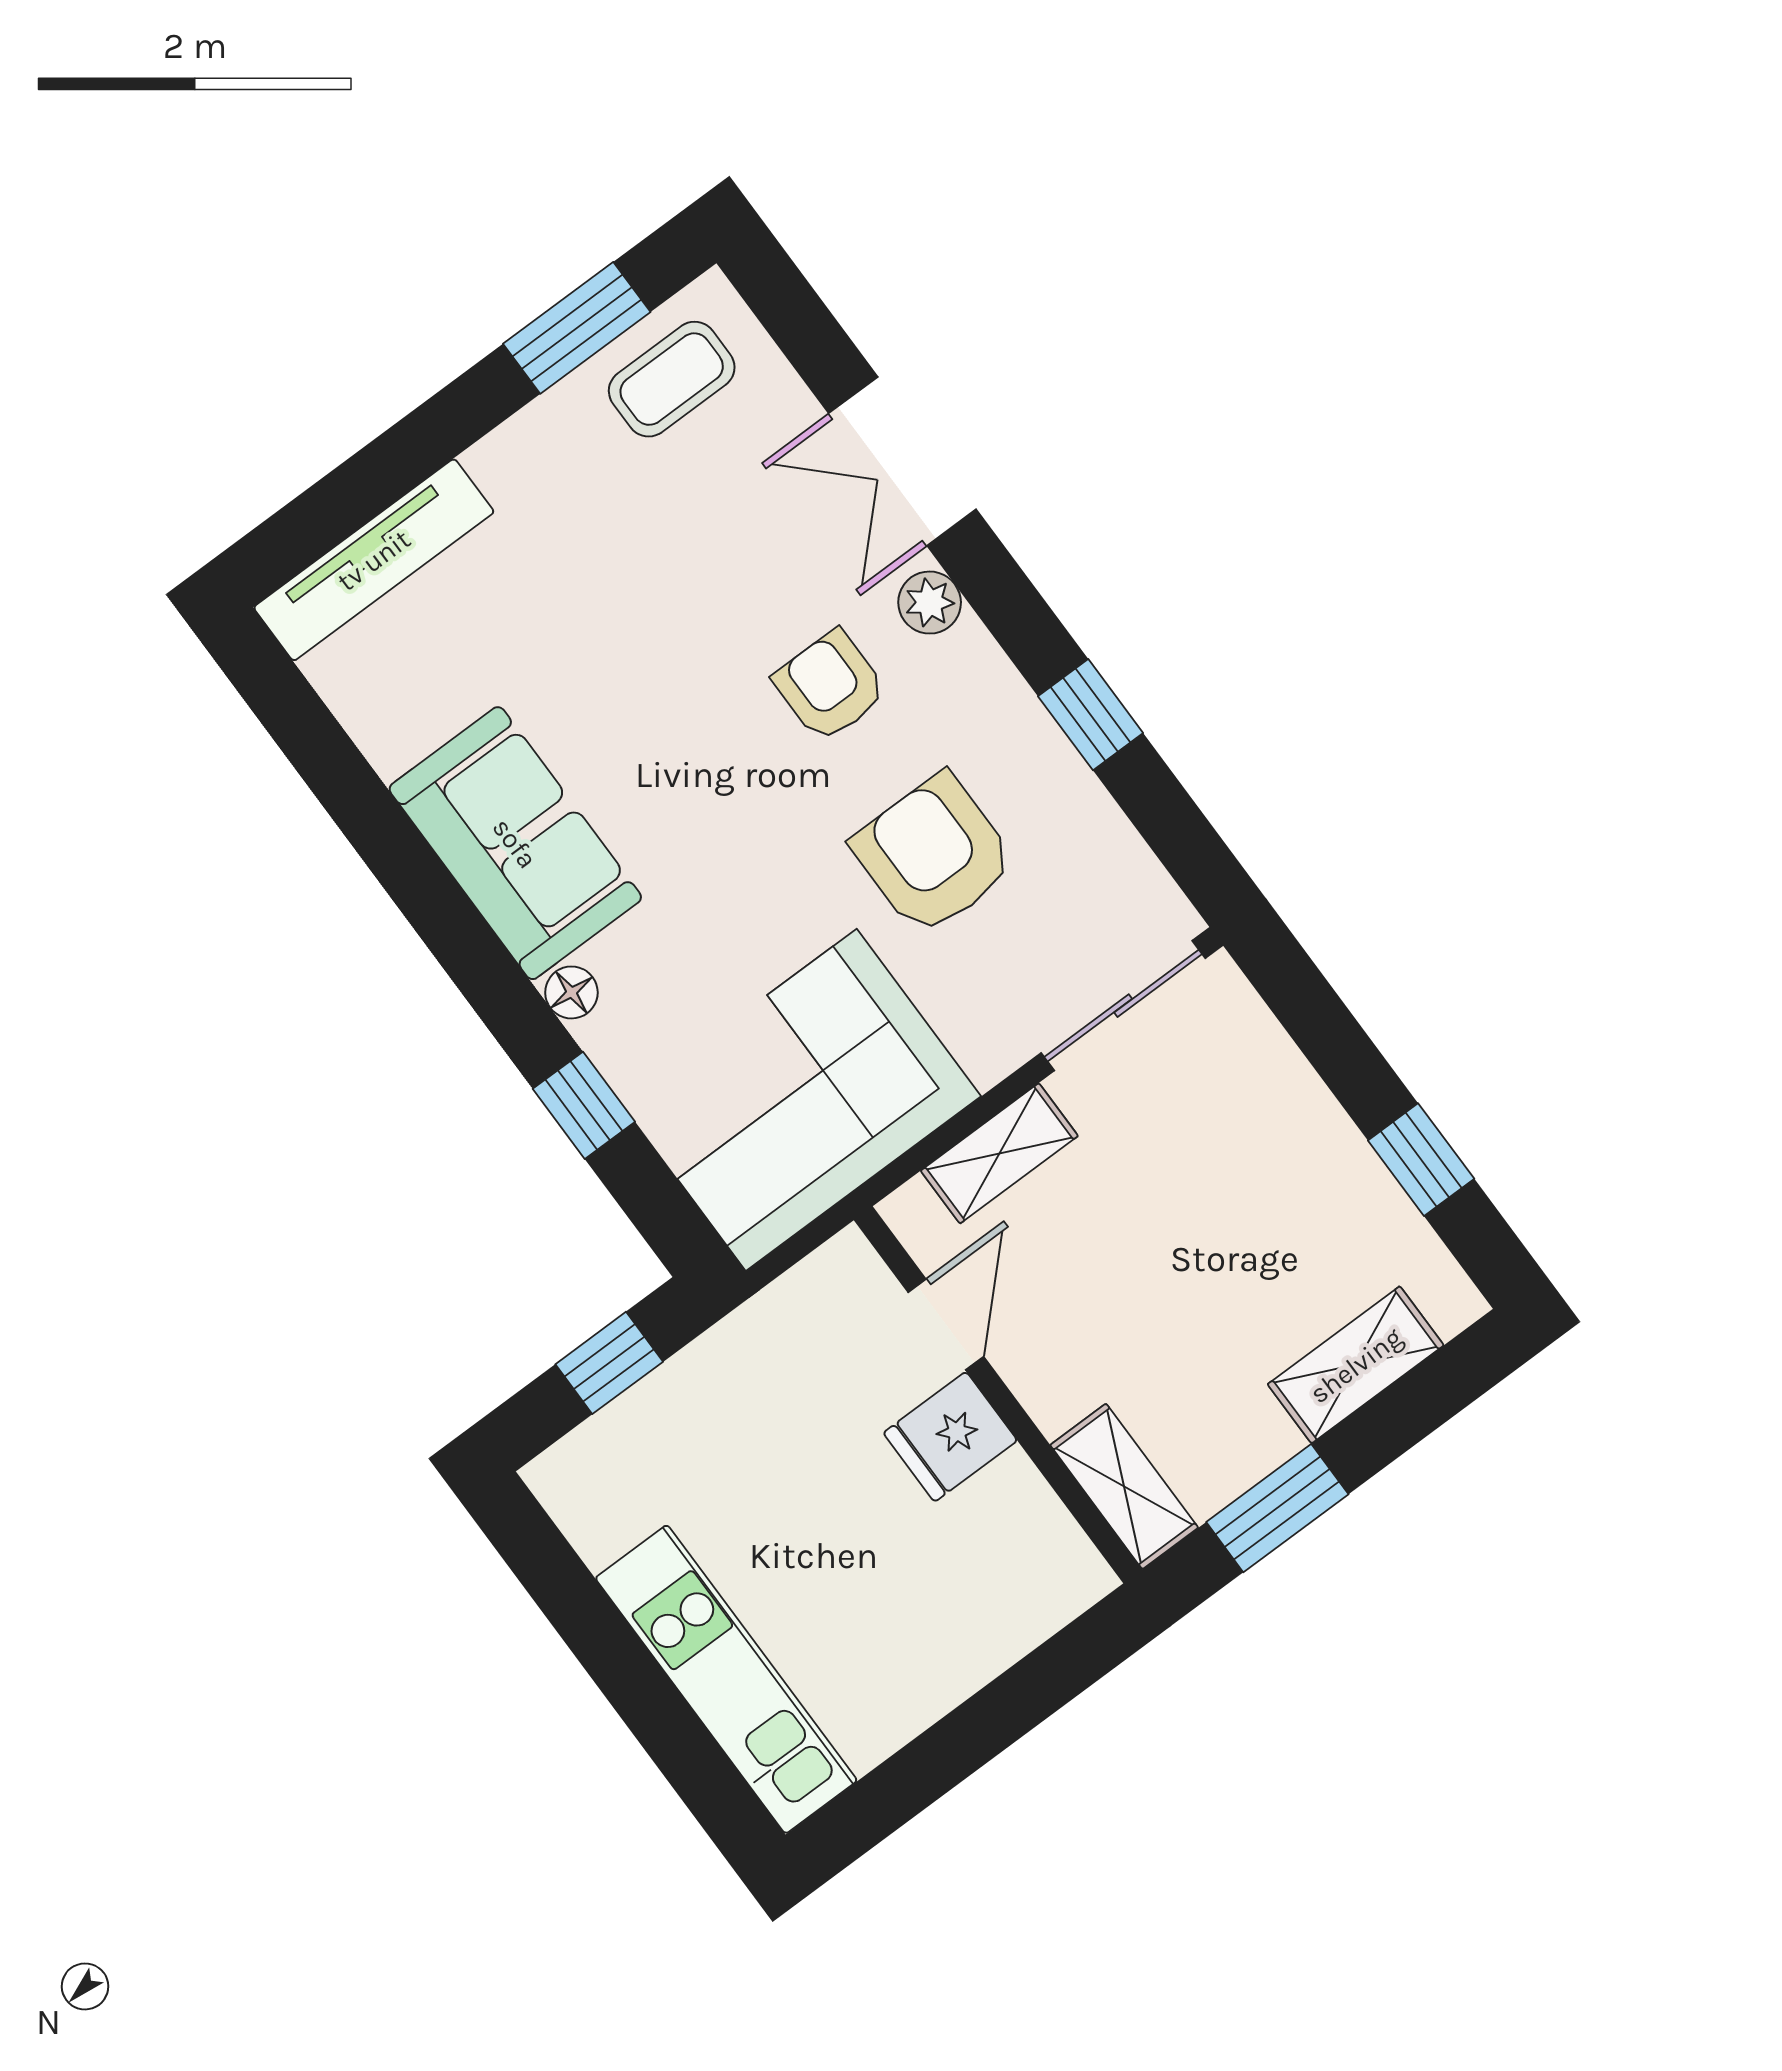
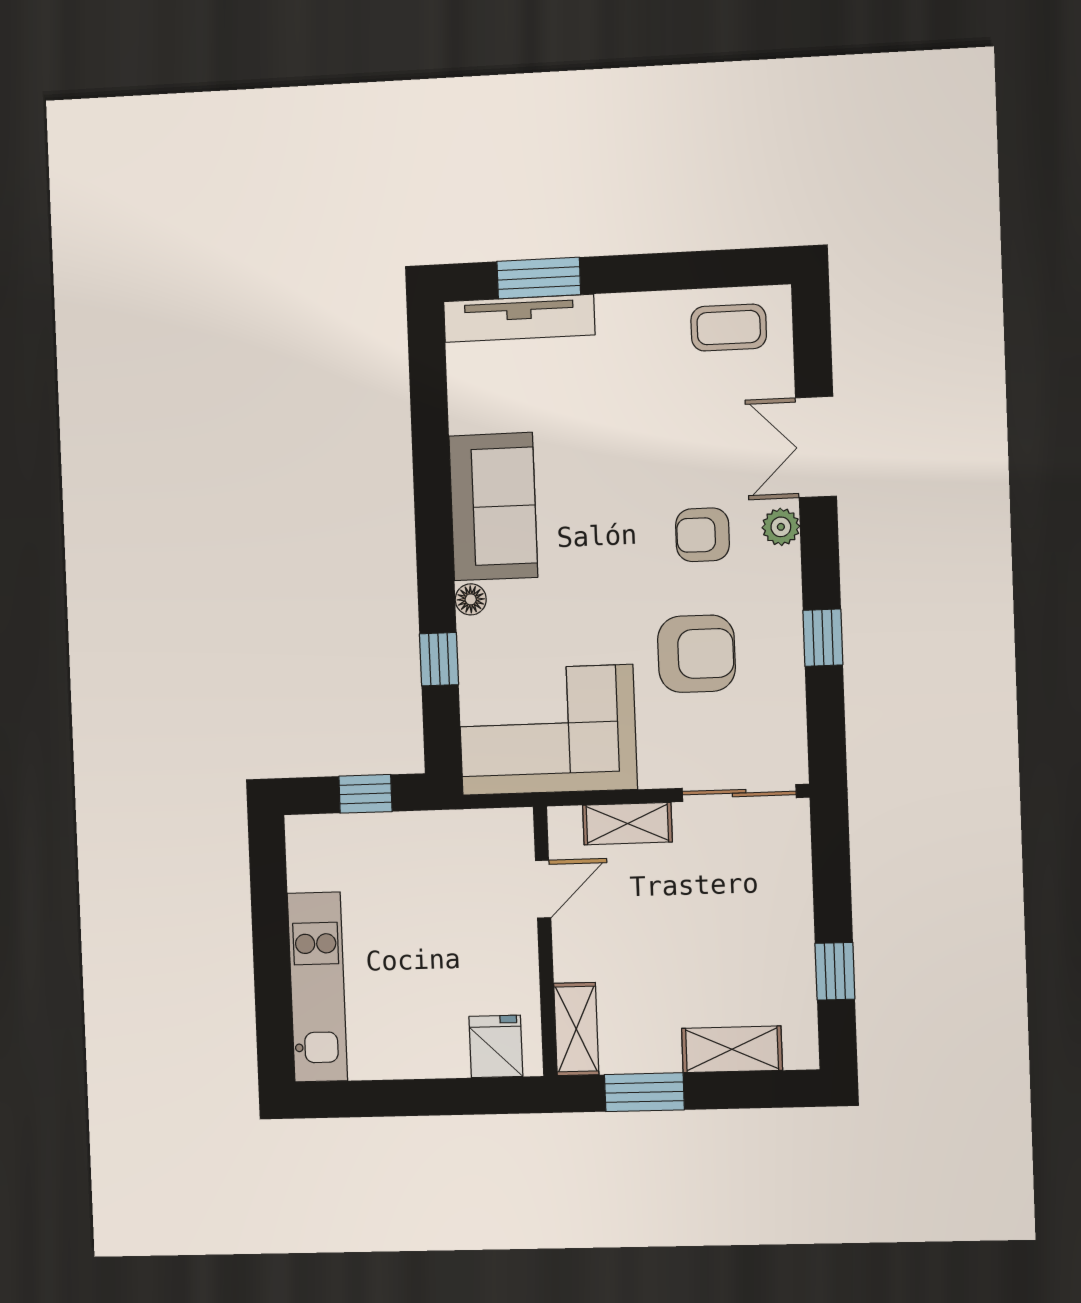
window: (577, 328) -> (539, 278), moved
armchair: (830, 686) -> (702, 535), turned -90
armchair: (934, 855) -> (696, 654), turned 90
fridge: (950, 1437) -> (496, 1046), moved, turned 90

